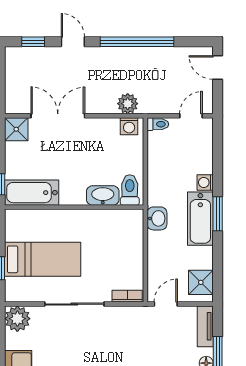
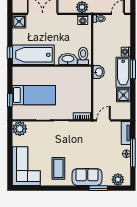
bathtub: (32, 193) -> (33, 55), width x1.36, depth x1.36
shower: (201, 282) -> (123, 95), moved

